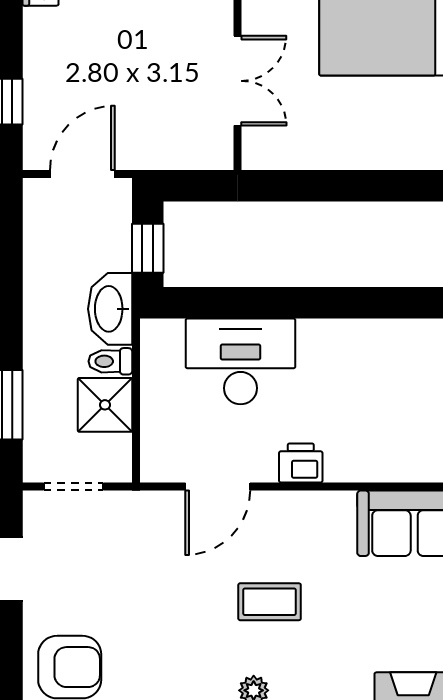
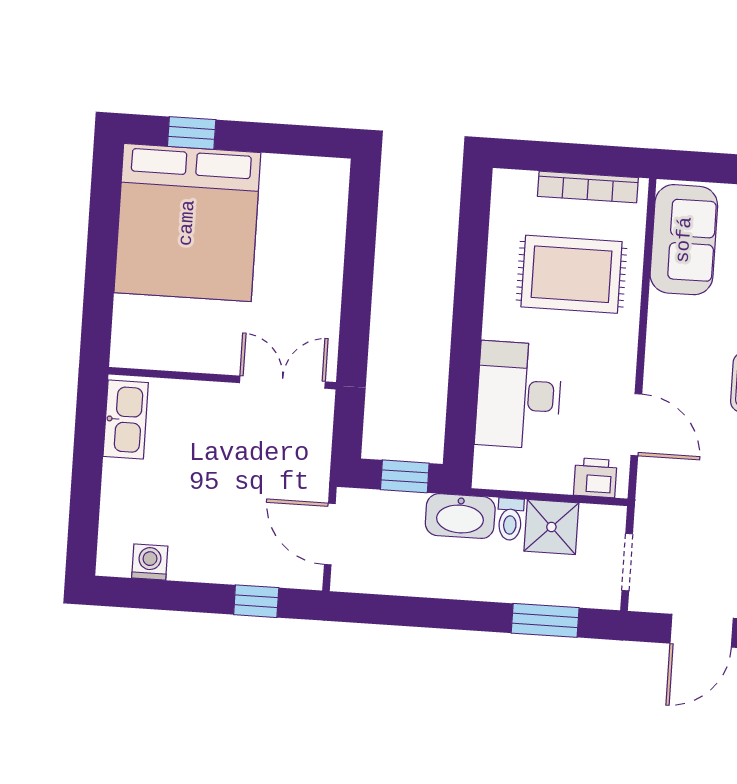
double door: (238, 81) -> (282, 382), moved
rug: (370, 408) -> (572, 274), added
printer: (301, 463) -> (595, 478), moved, turned 90

